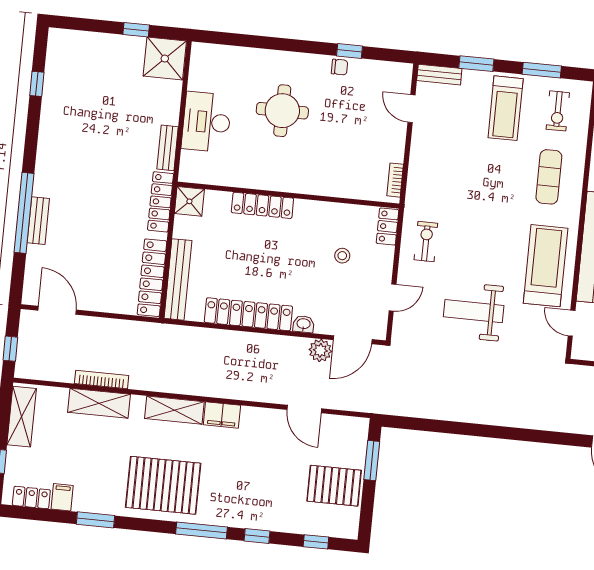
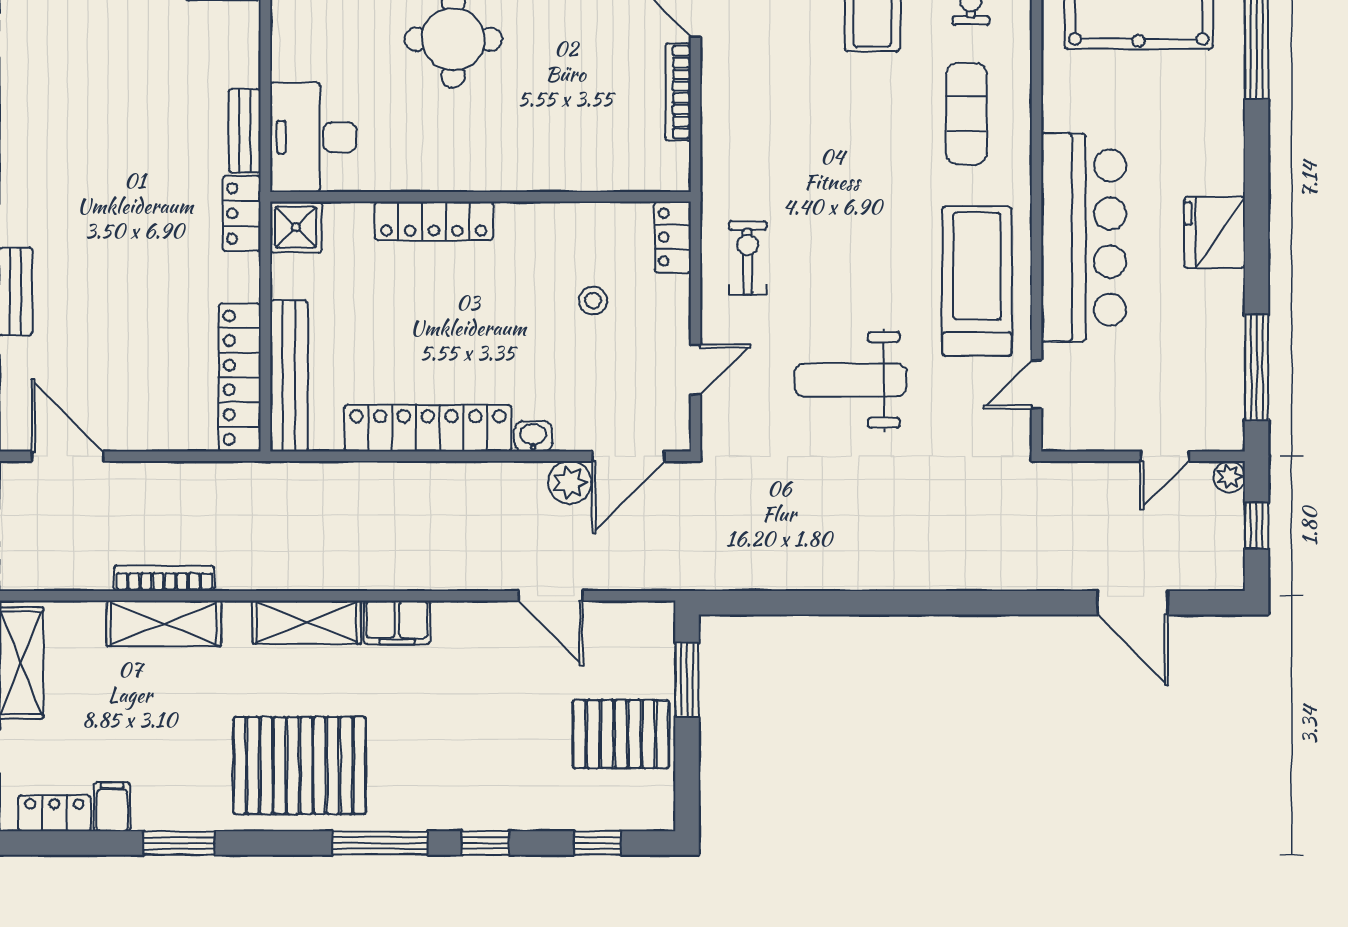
desk: (207, 122) -> (313, 137), moved
bookcase: (395, 180) -> (678, 92), moved, width x1.56
locker: (161, 202) -> (242, 213), width x0.66
door: (572, 323) -> (1037, 384), hinge flipped

